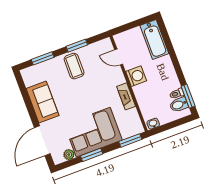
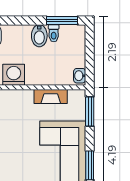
fireplace: (126, 96) -> (51, 96), moved
bidet: (179, 105) -> (39, 36), moved

